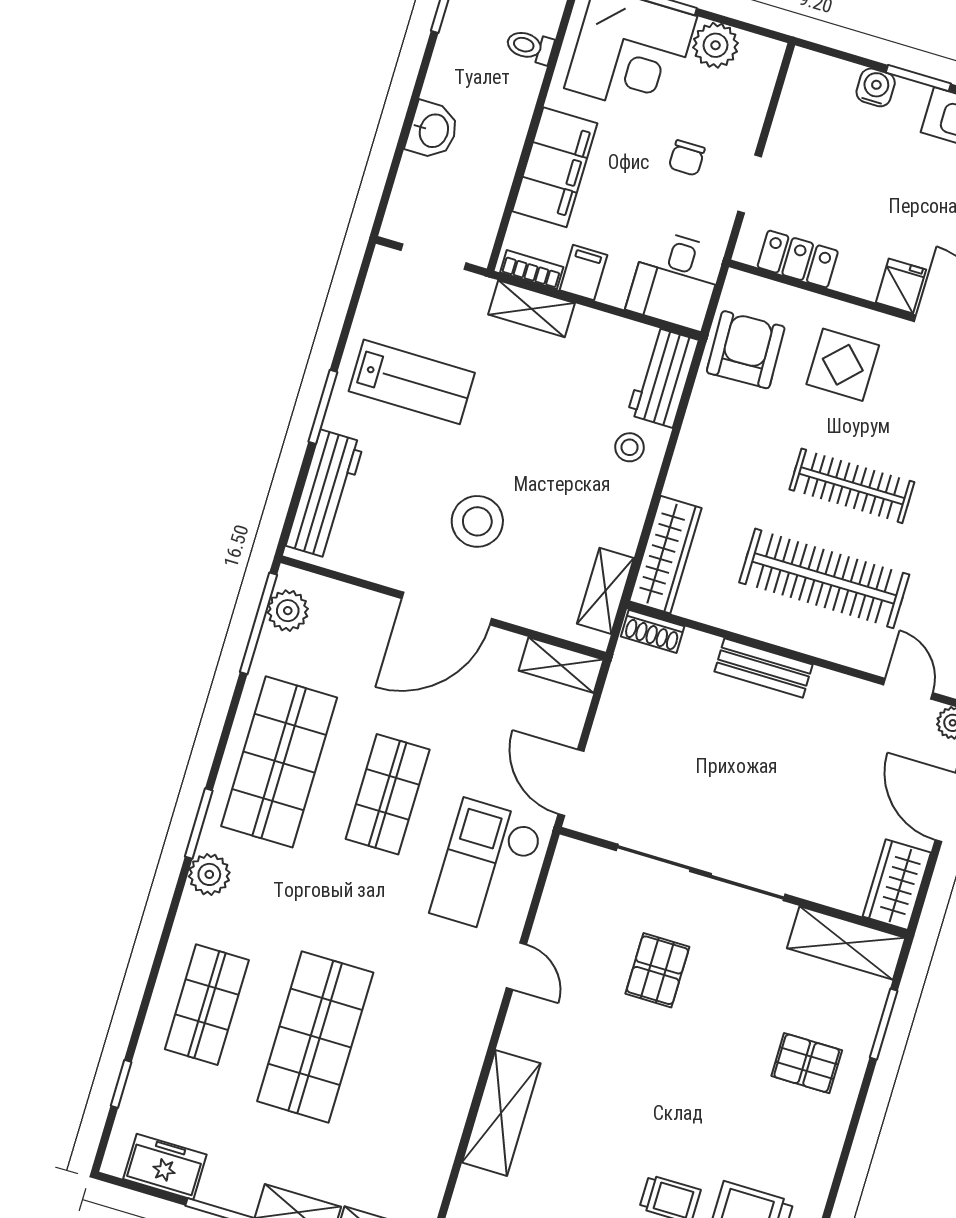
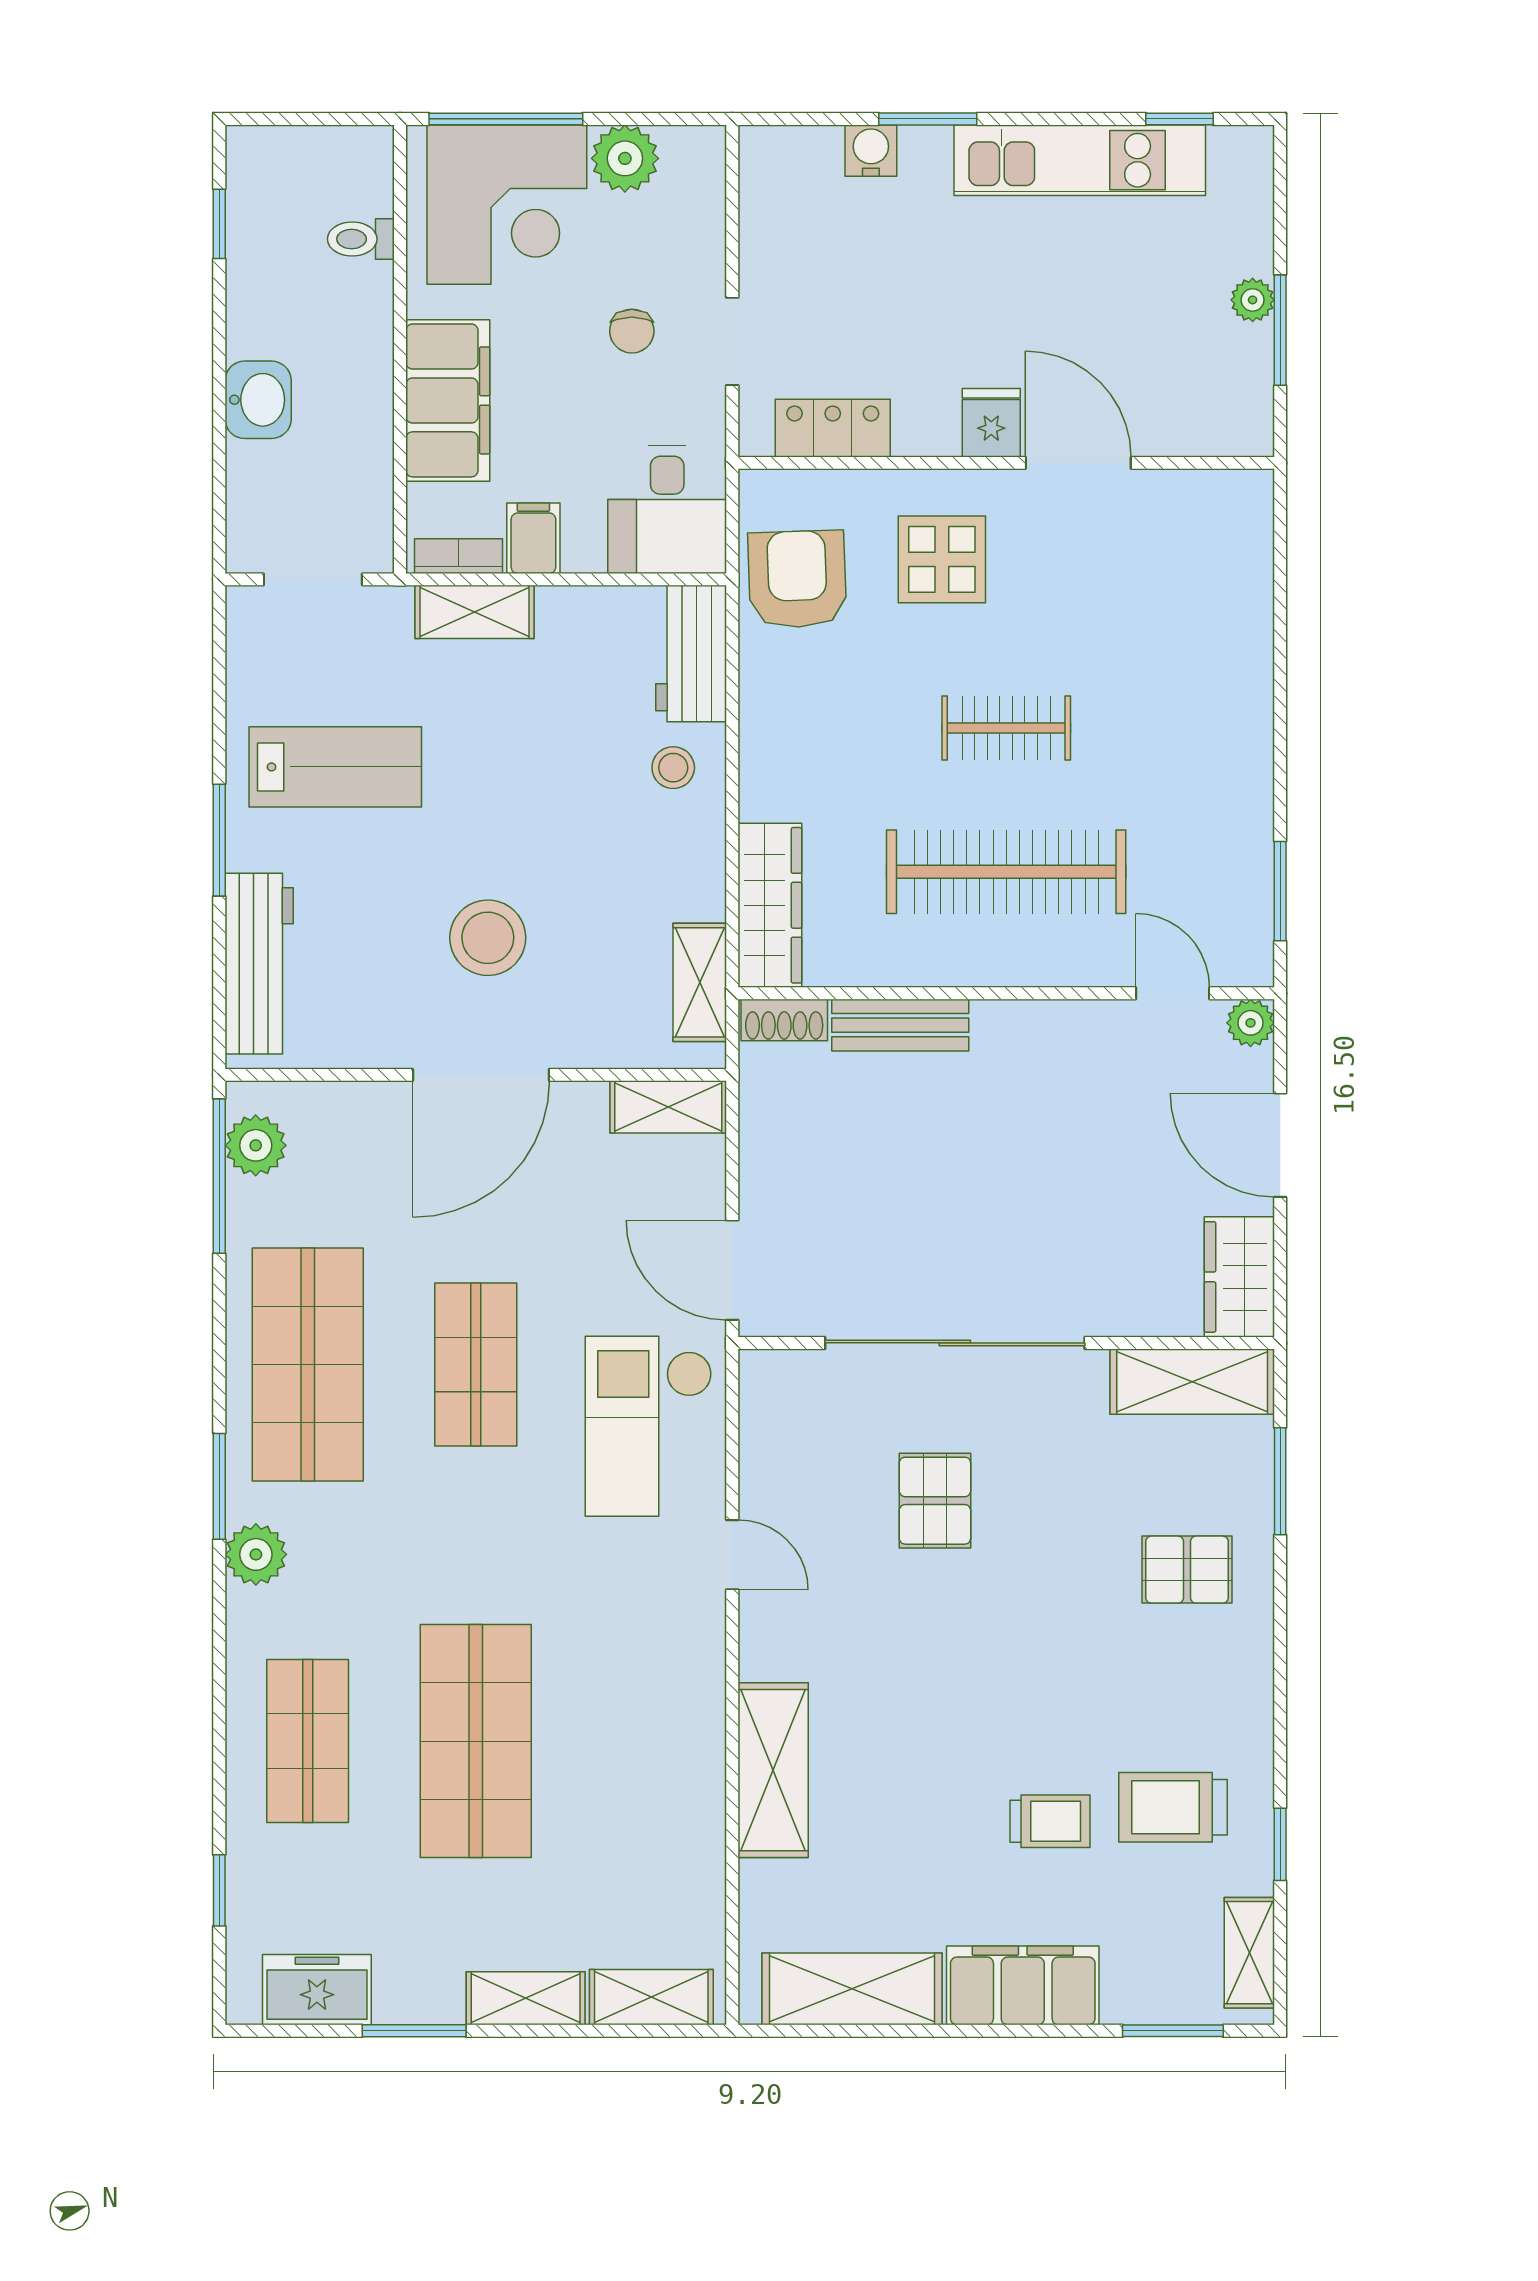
clothes rail: (852, 486) -> (1006, 728), width x0.73
bench: (764, 668) -> (900, 1025), moved

